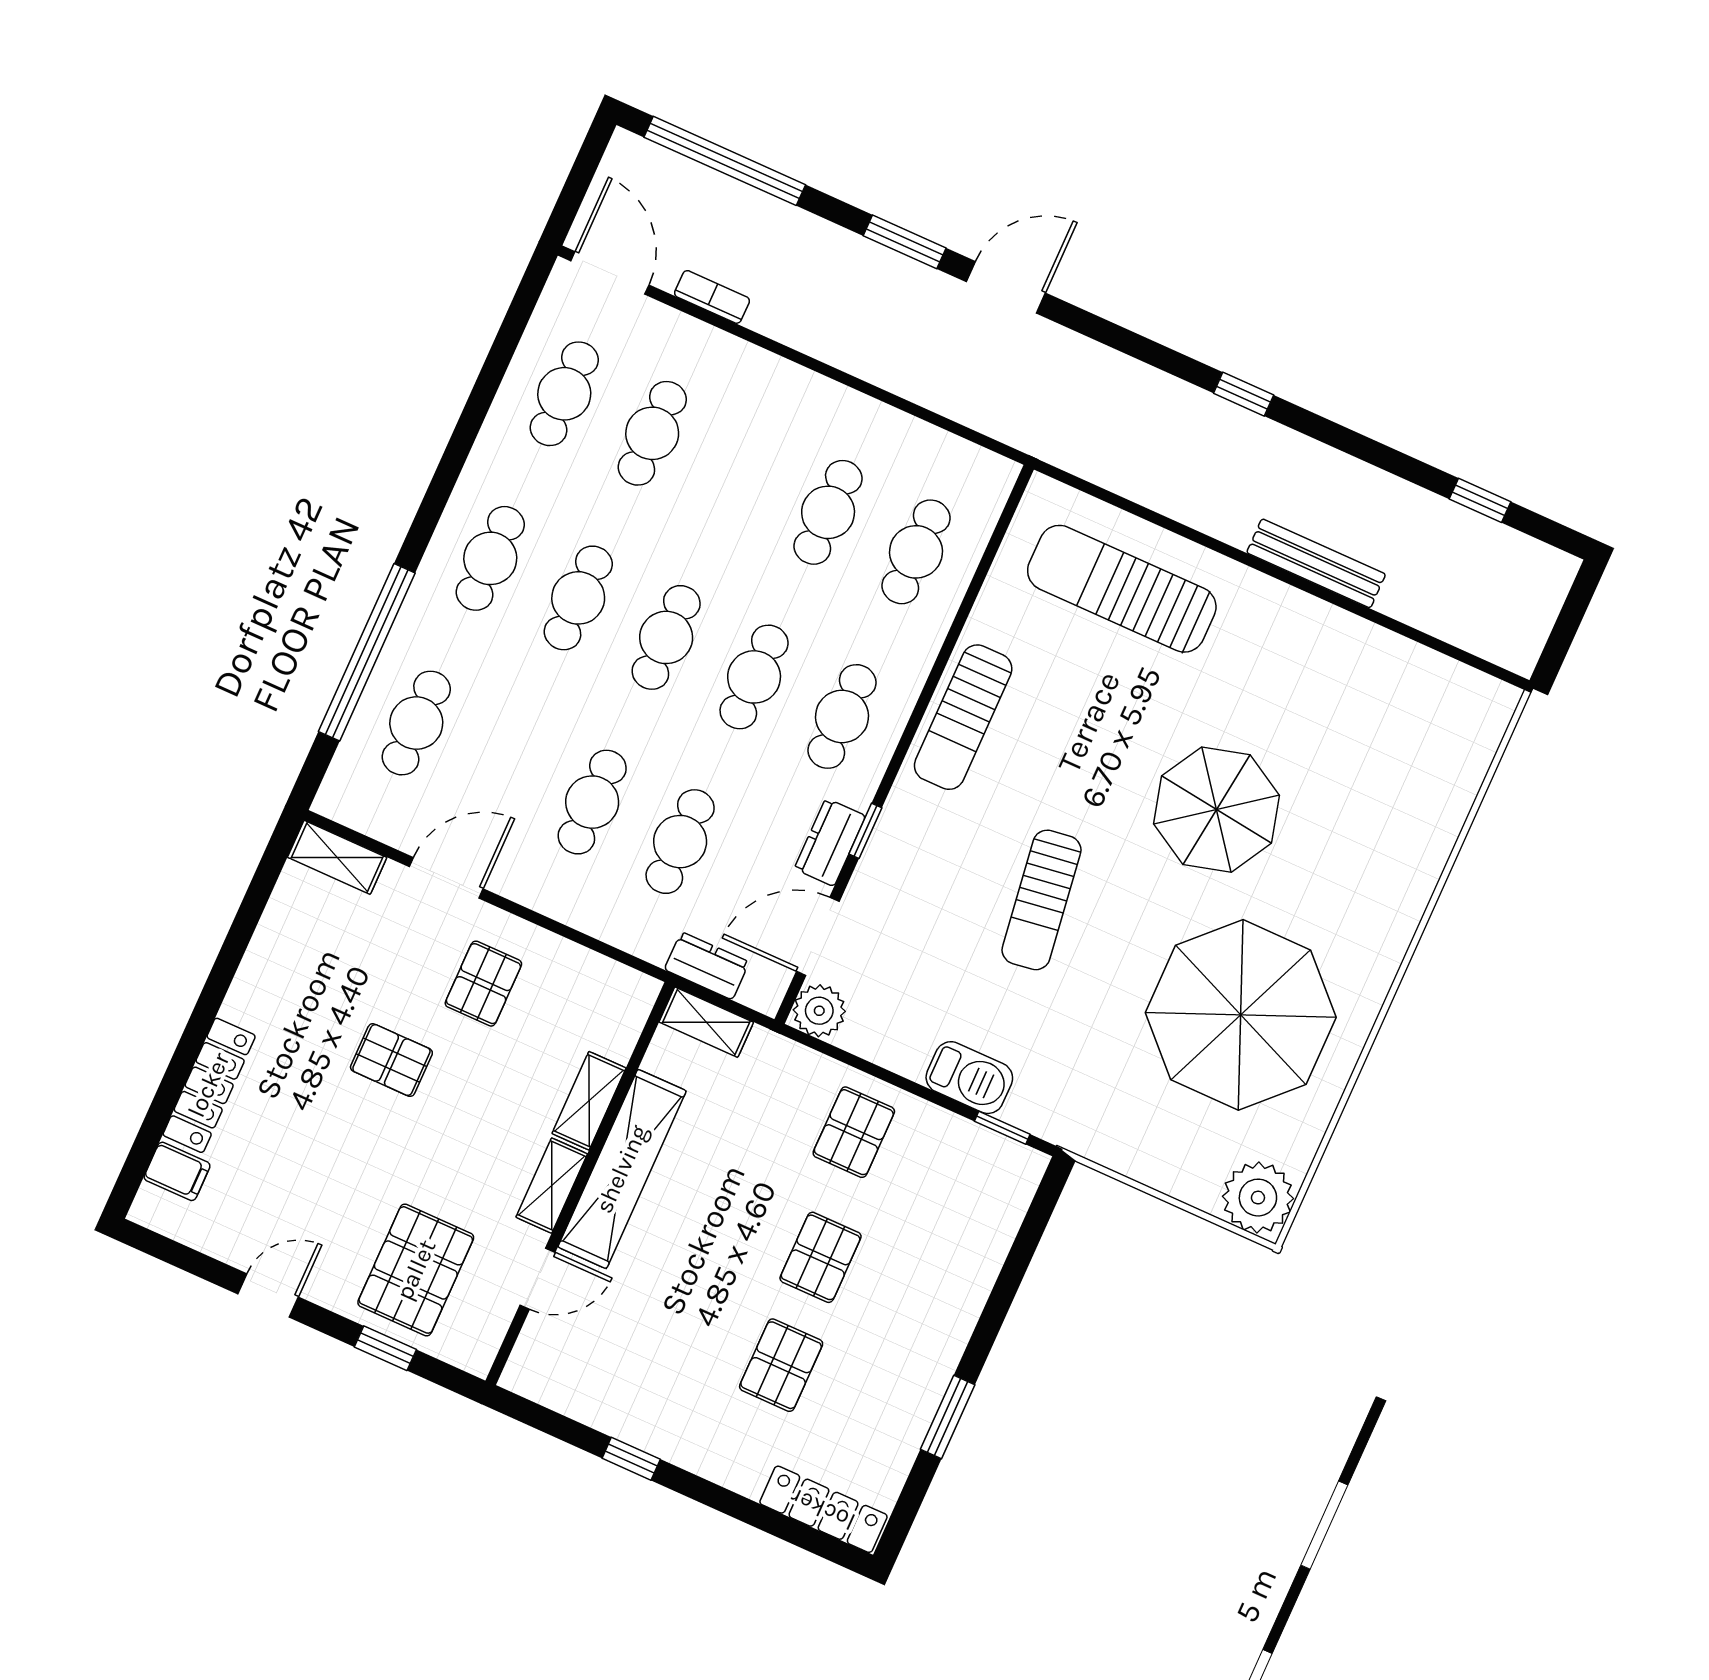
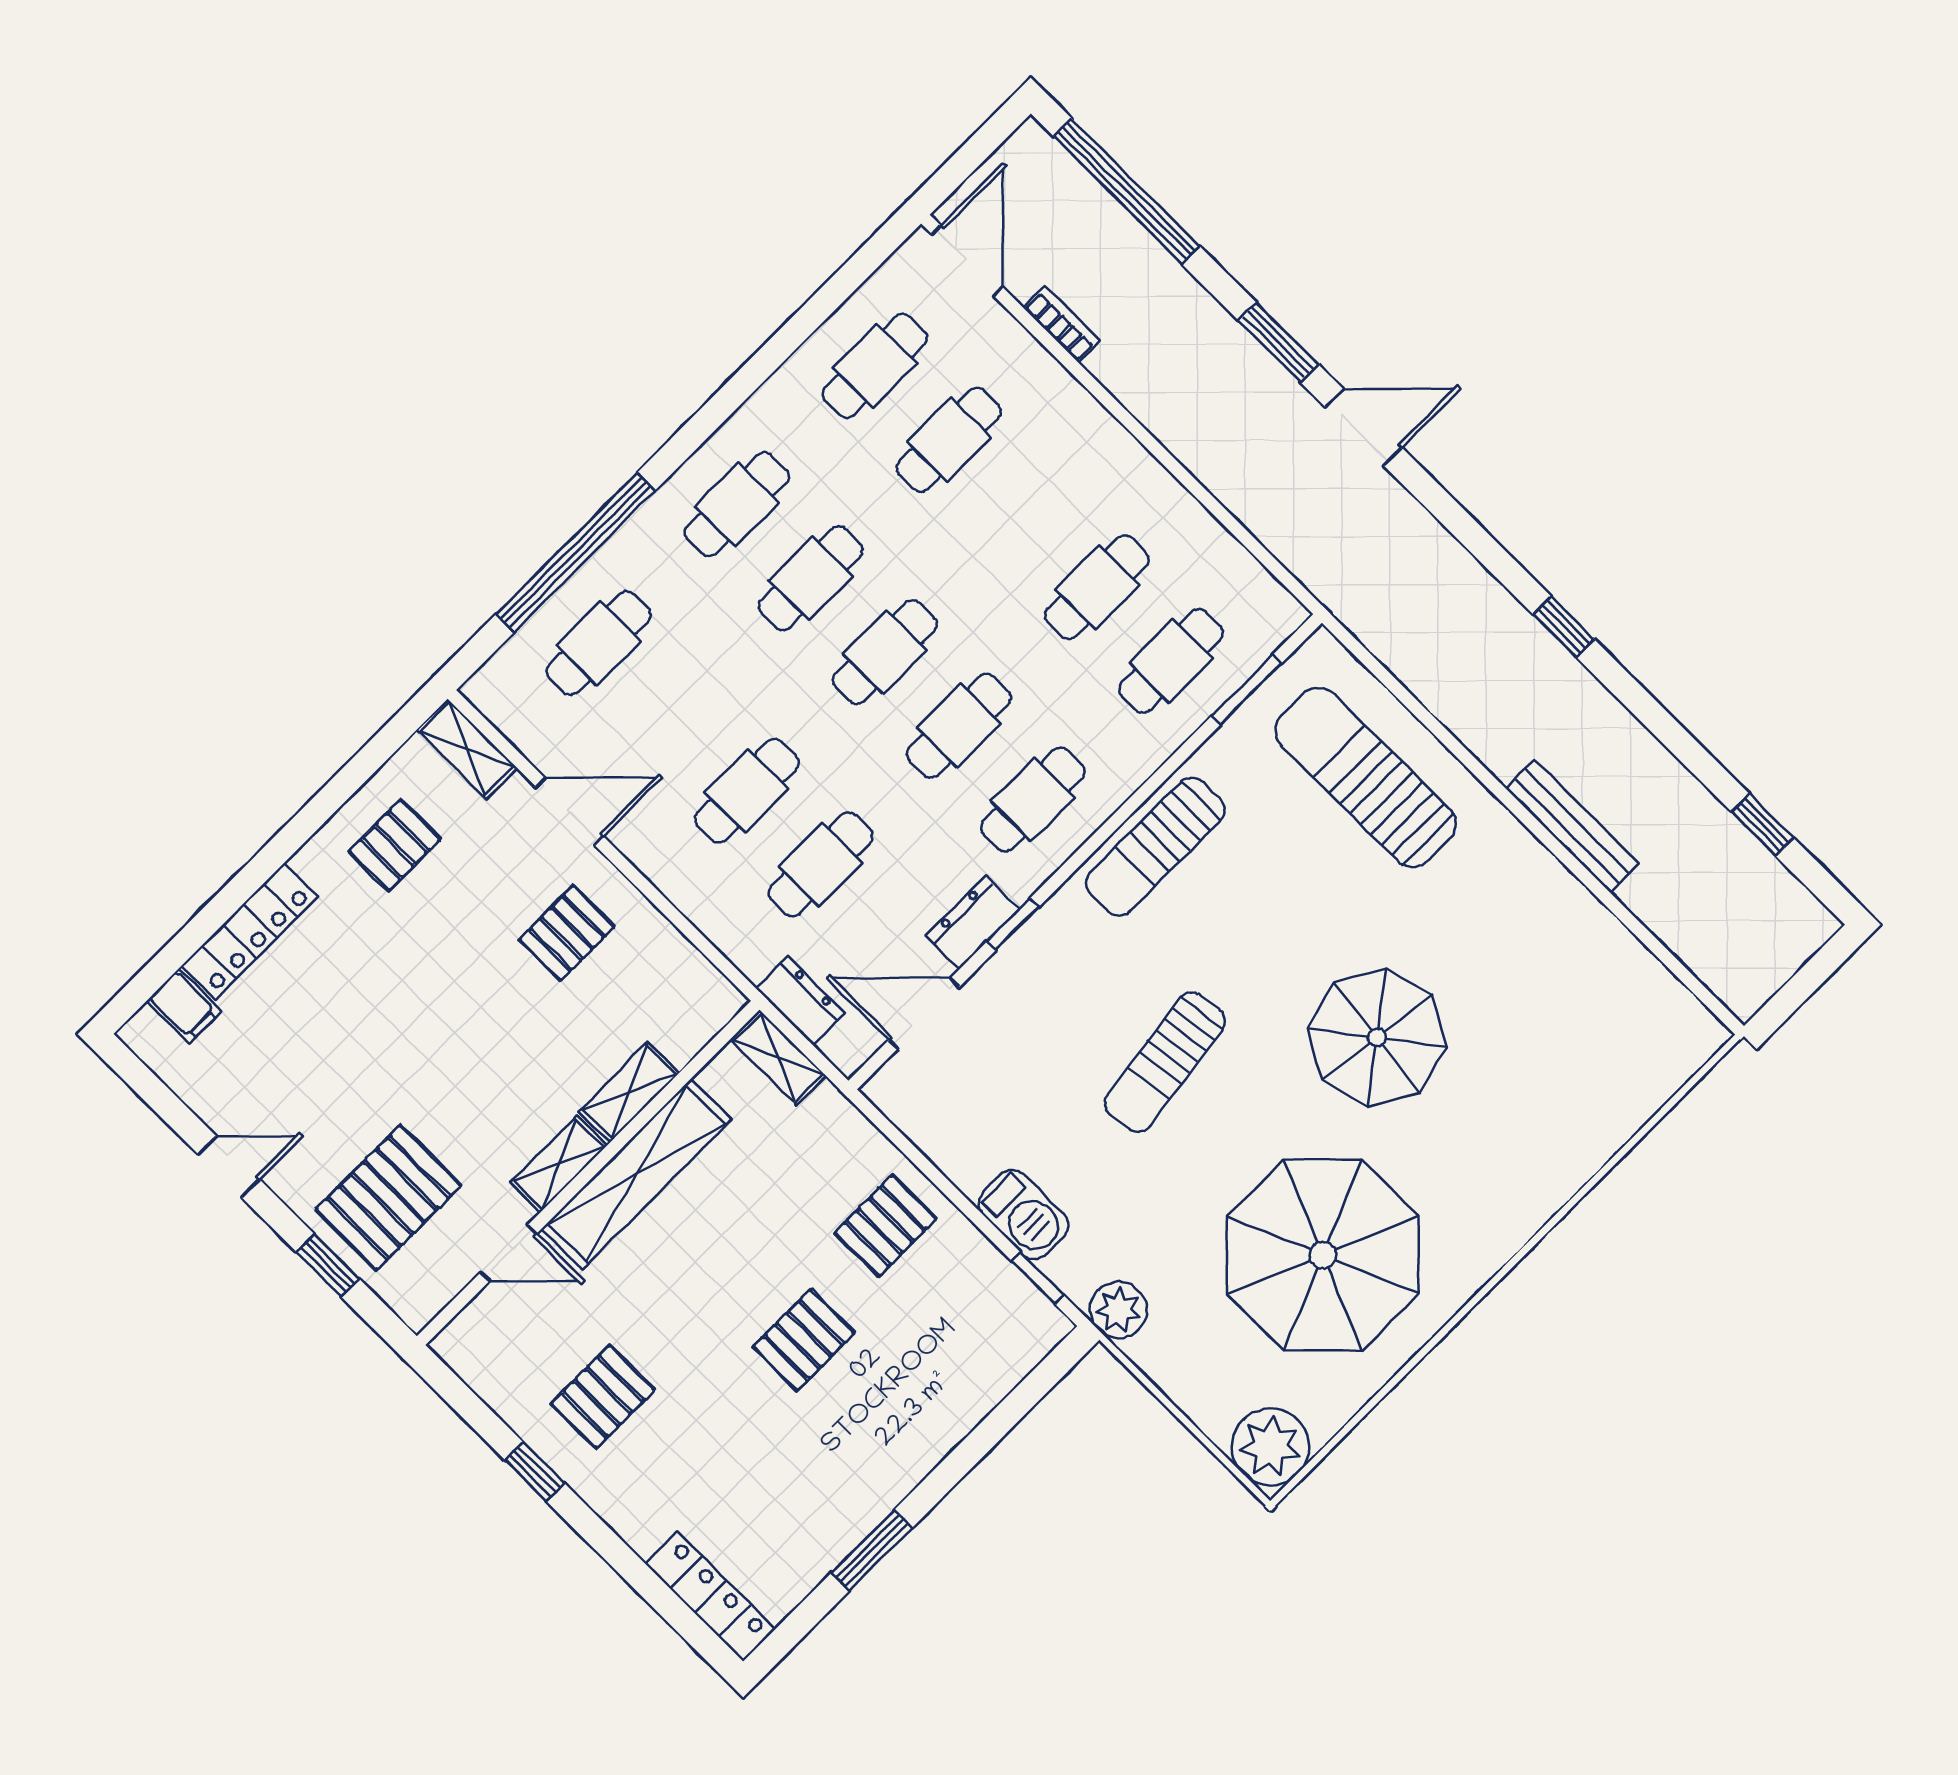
window: (991, 552) -> (1247, 690), added
plant: (819, 1011) -> (1118, 1310), moved
pallet: (391, 1060) -> (395, 845), moved, turned 90
pallet: (781, 1365) -> (603, 1397), moved

